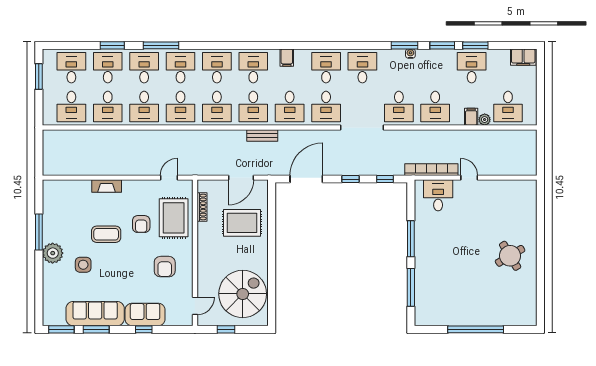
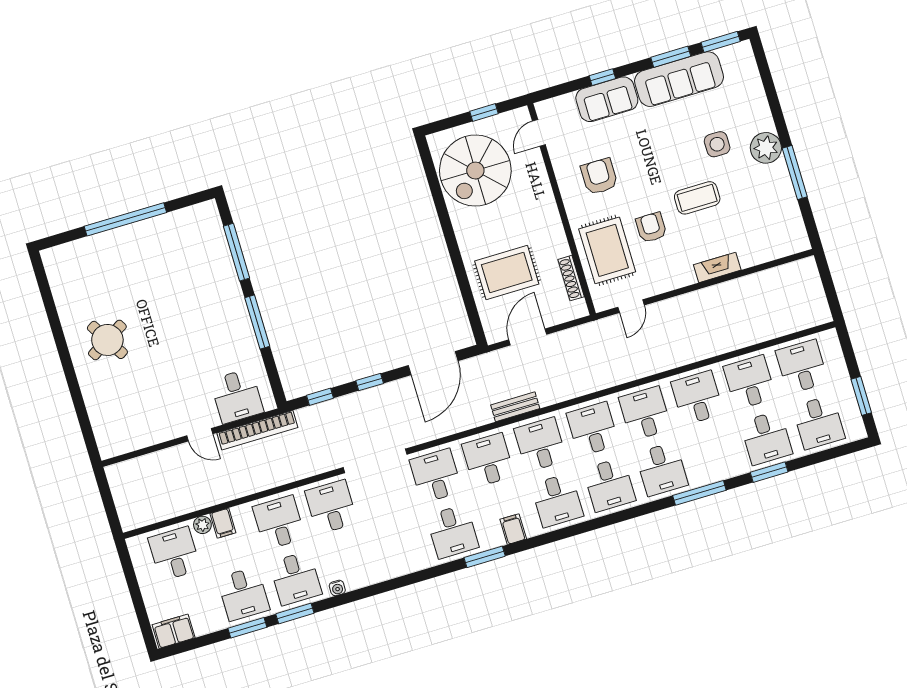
window: (405, 45) -> (485, 557), moved
desk: (144, 68) -> (714, 454), removed
desk: (362, 68) -> (296, 578), moved

